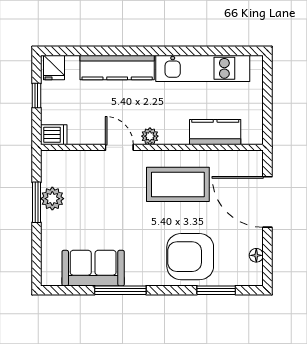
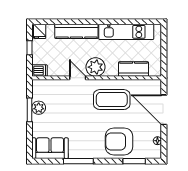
plant: (150, 136) -> (96, 67), width x1.88, depth x1.88
sofa: (93, 268) -> (50, 148), moved

